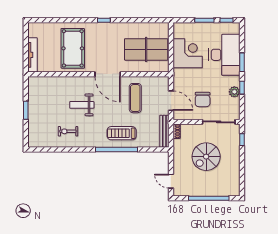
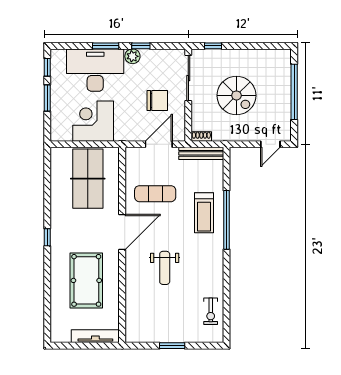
pool table: (73, 48) -> (86, 280), turned 90
plant: (234, 92) -> (132, 56), moved
exercise bike: (68, 131) -> (211, 311), moved

